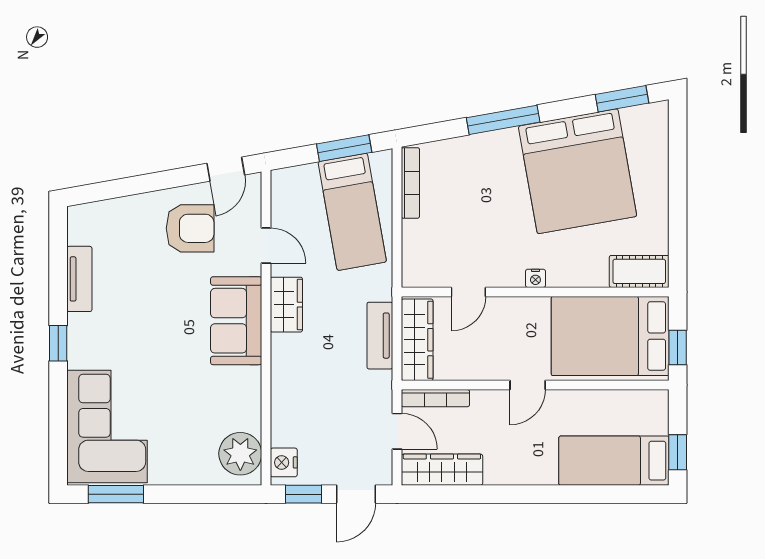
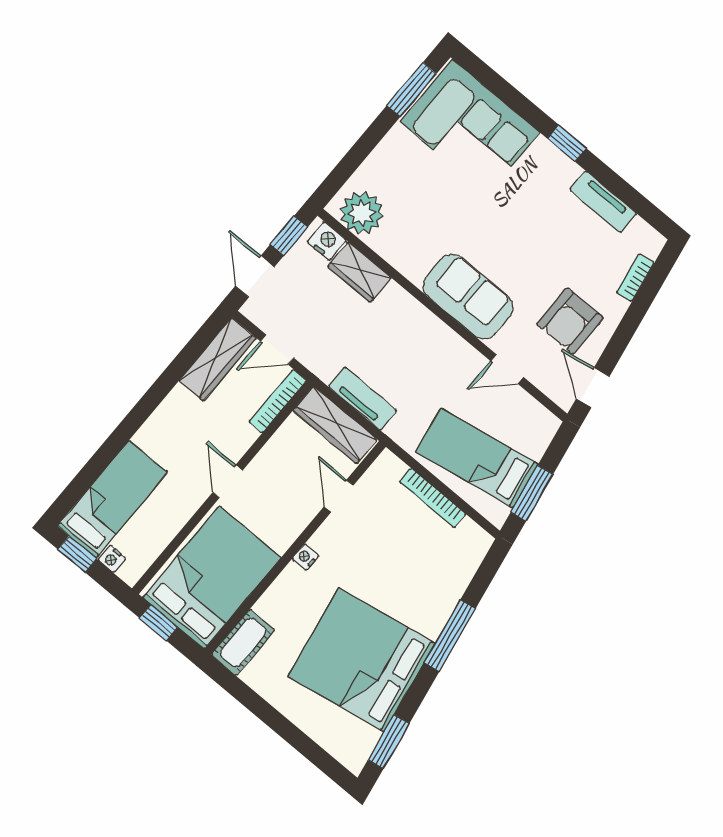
bookcase: (410, 183) -> (433, 498), moved
bookcase: (116, 207) -> (635, 277), added
wardrobe: (286, 305) -> (359, 272), moved
nightstand: (659, 423) -> (112, 559), added

